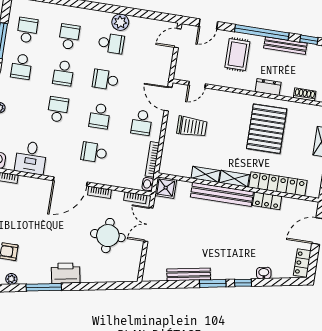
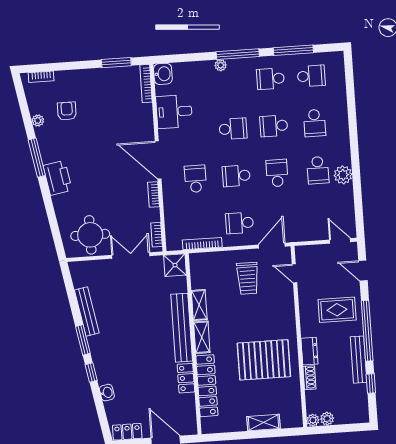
school desk: (69, 37) -> (315, 123), turned 90
shoe rack: (305, 94) -> (309, 378), moved
washbasin: (148, 184) -> (174, 245), removed
round table: (108, 236) -> (90, 235), moved

